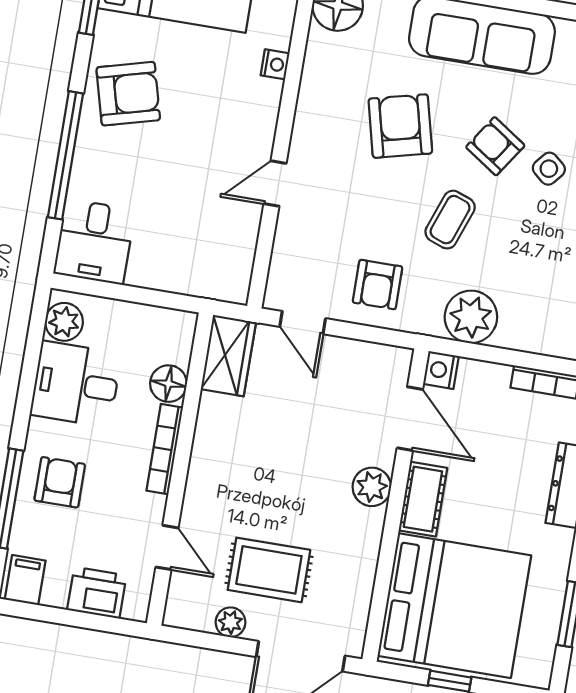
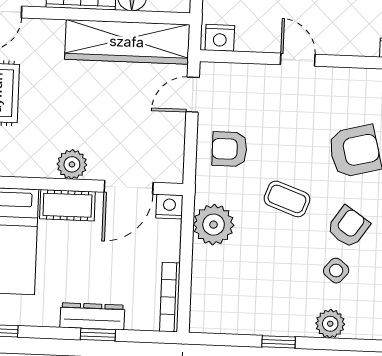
nightstand: (235, 279) -> (220, 38), added
wardrobe: (228, 356) -> (127, 42), width x2.10, depth x1.17

